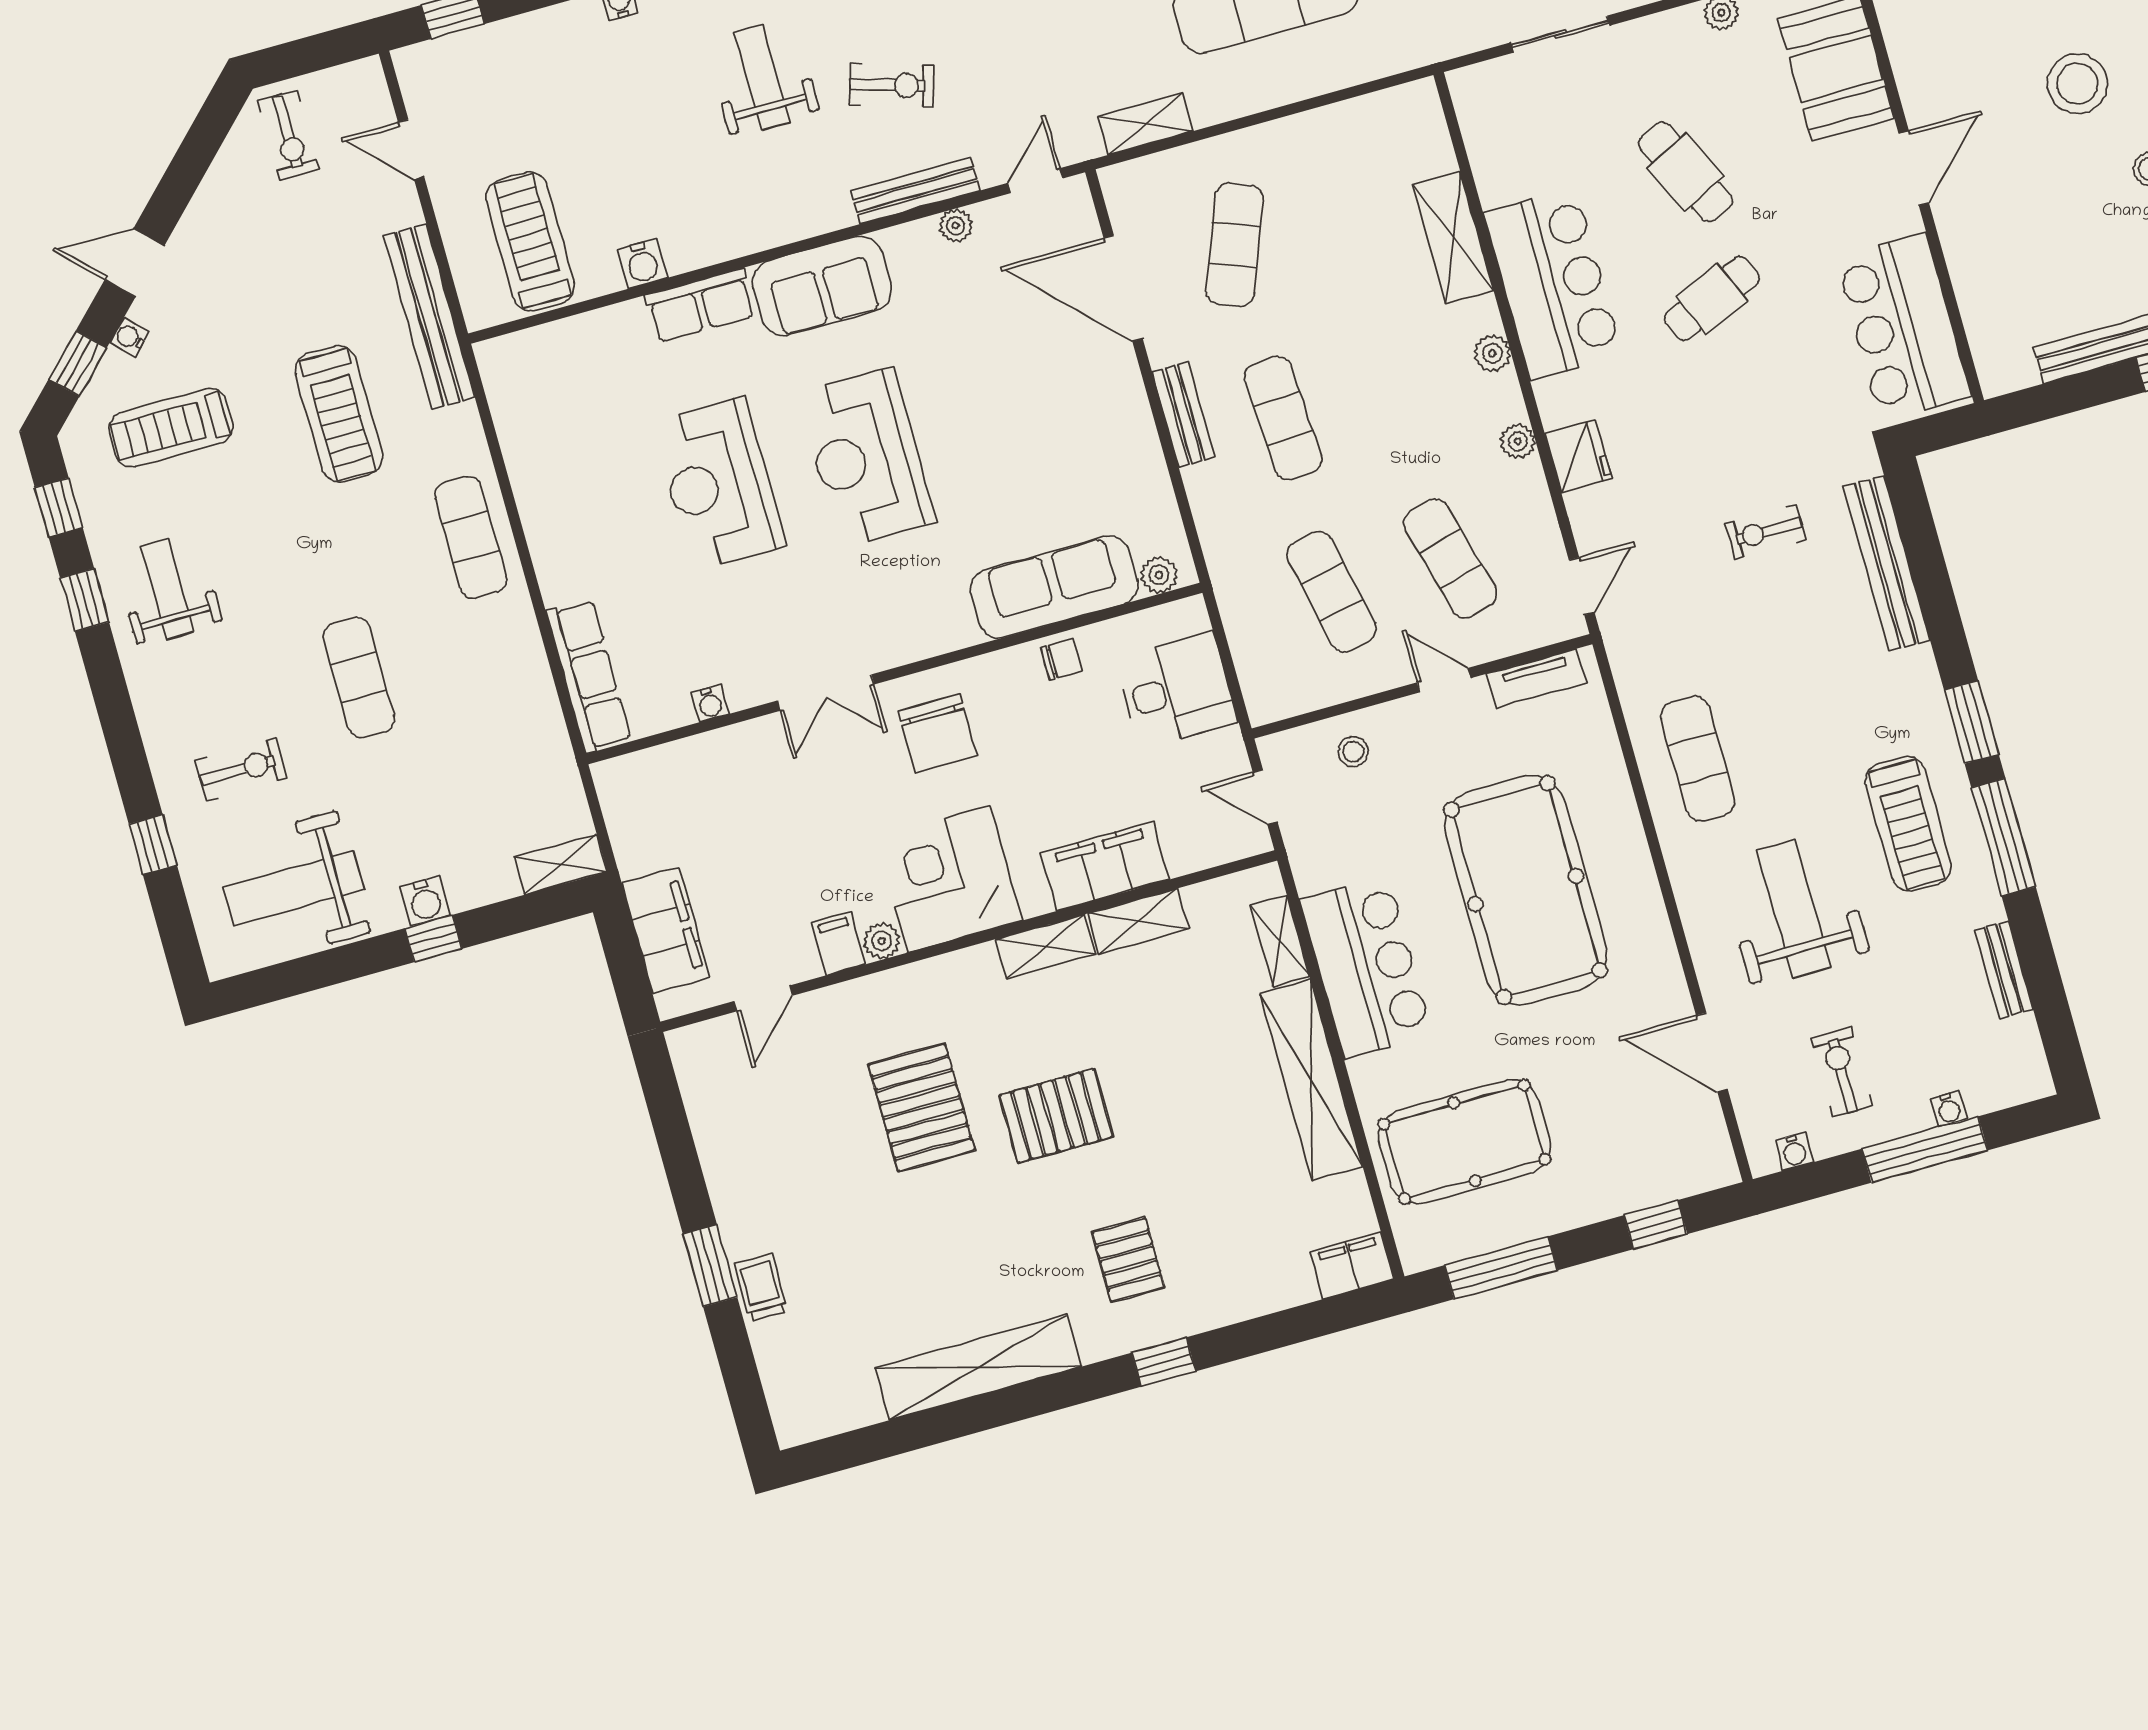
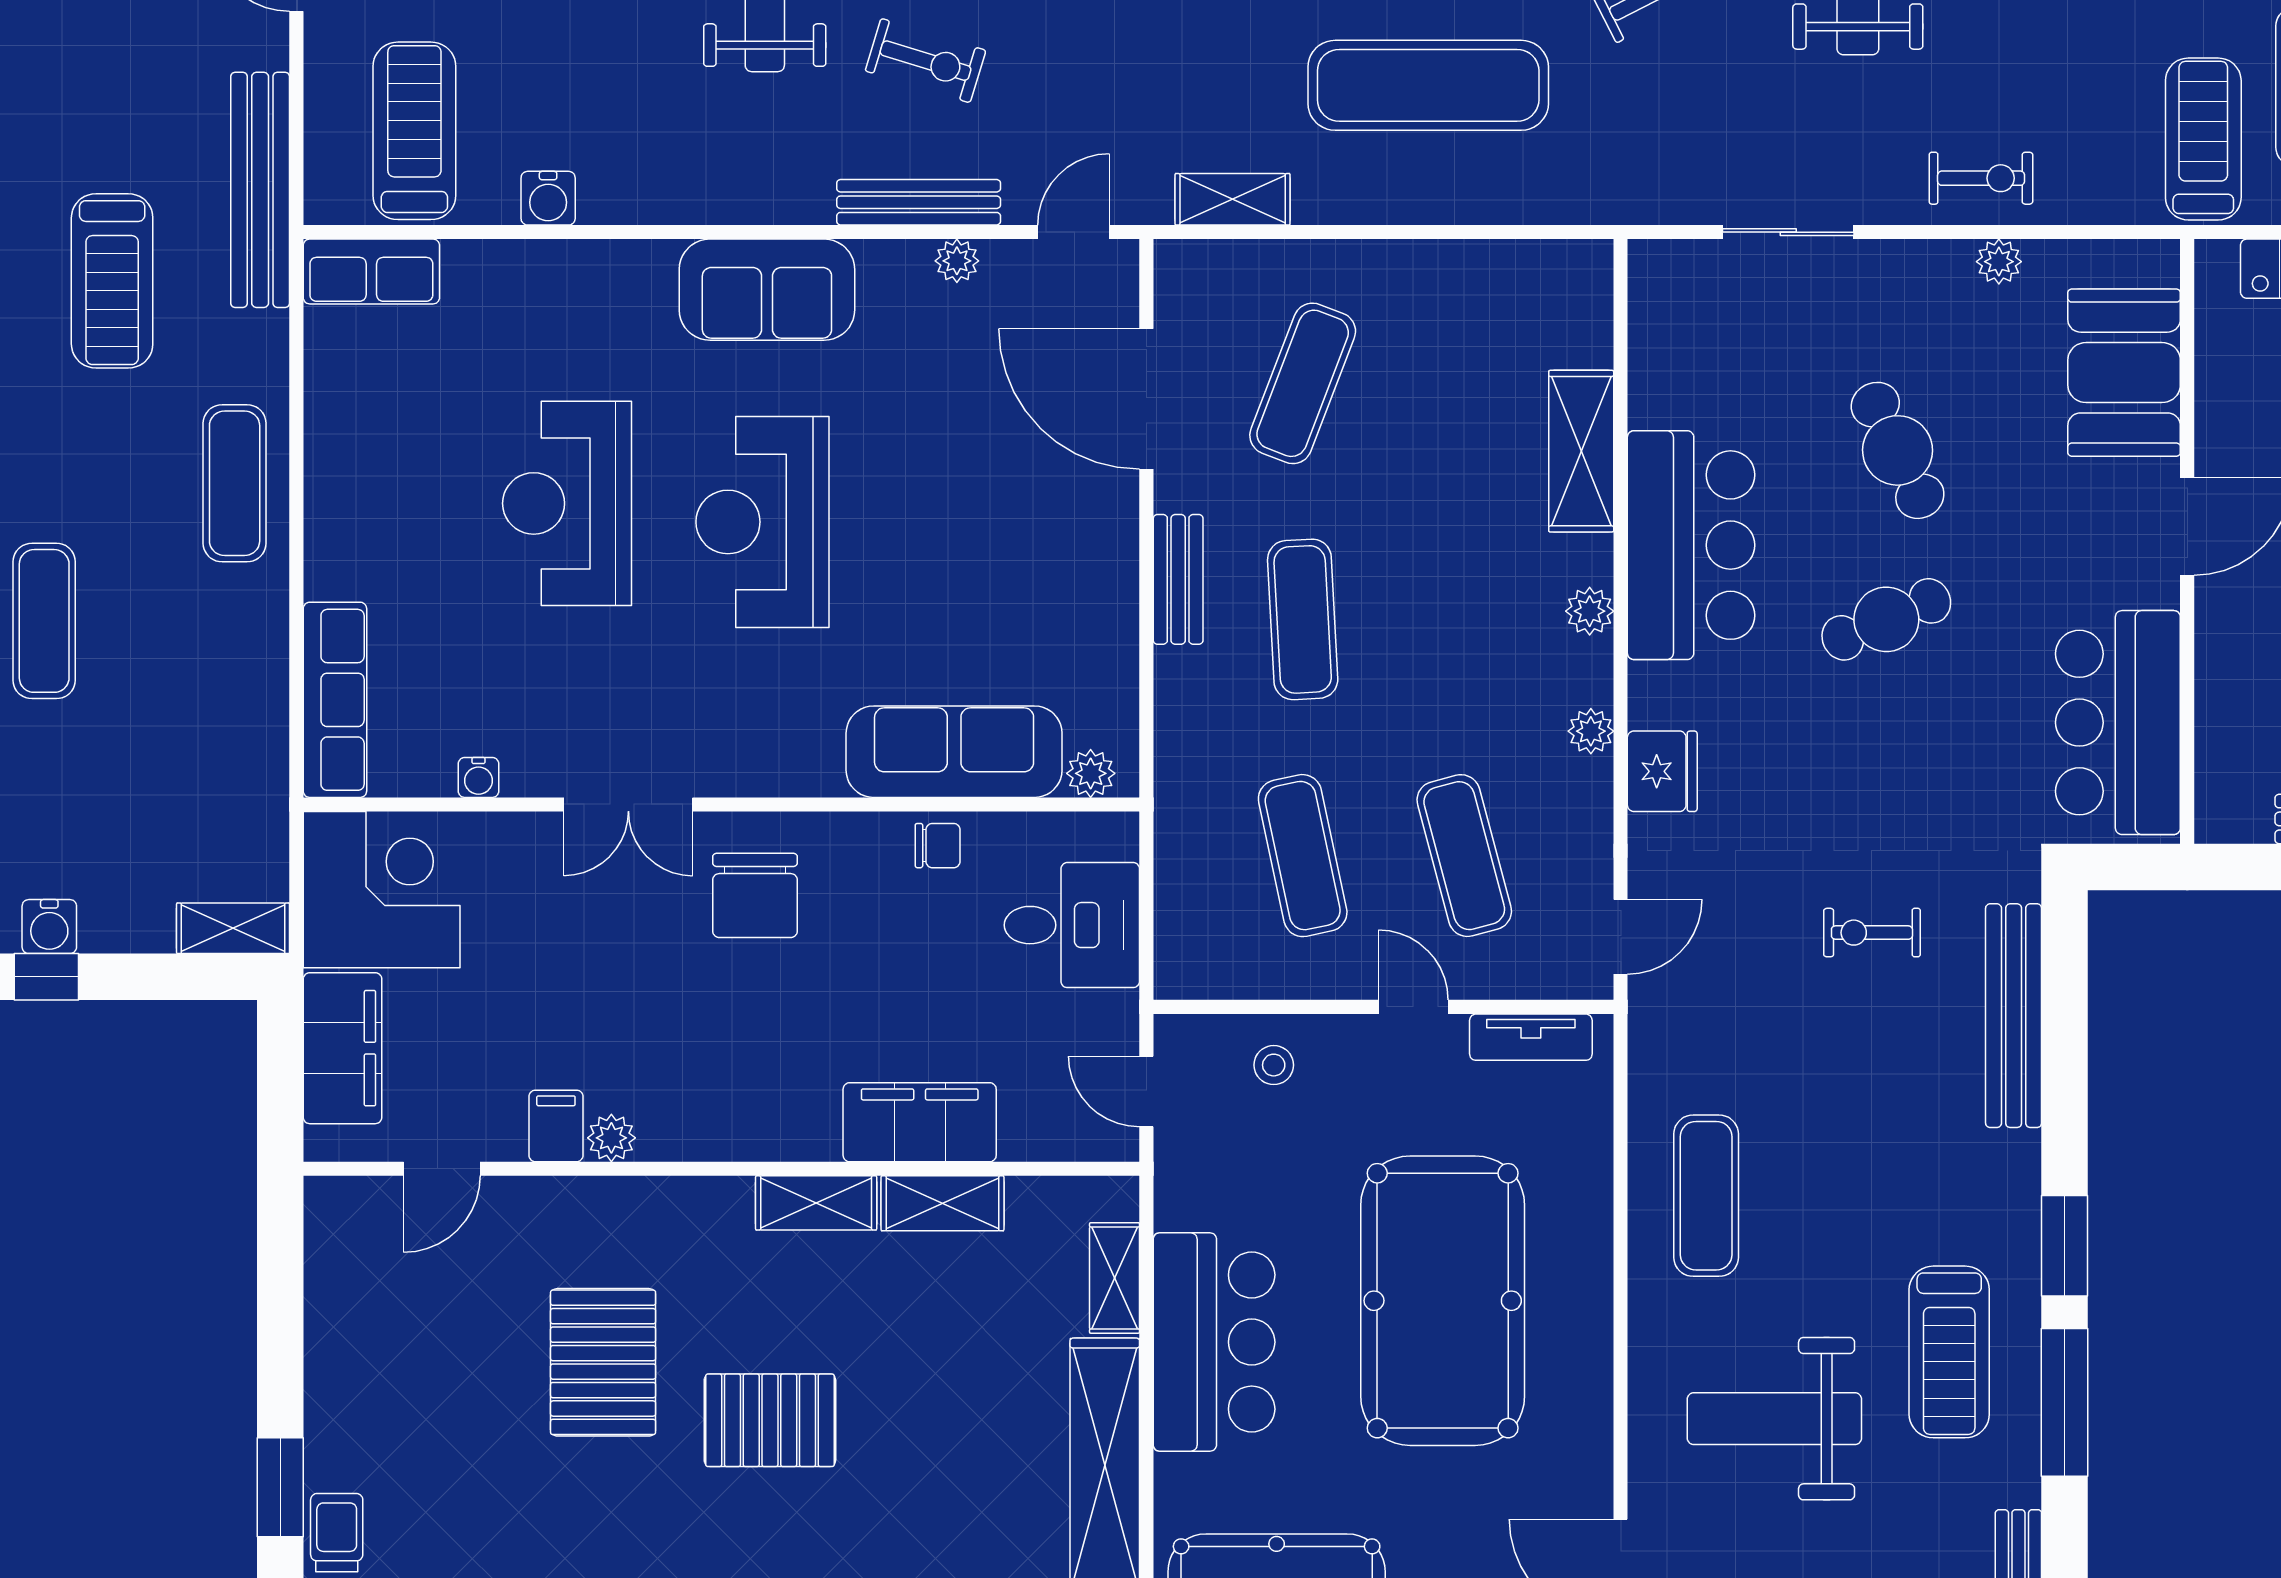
row of seats: (700, 305) -> (371, 272), moved
corner desk: (949, 879) -> (382, 890), moved, turned 90
weight bench: (1794, 909) -> (1774, 1419), turned -90

